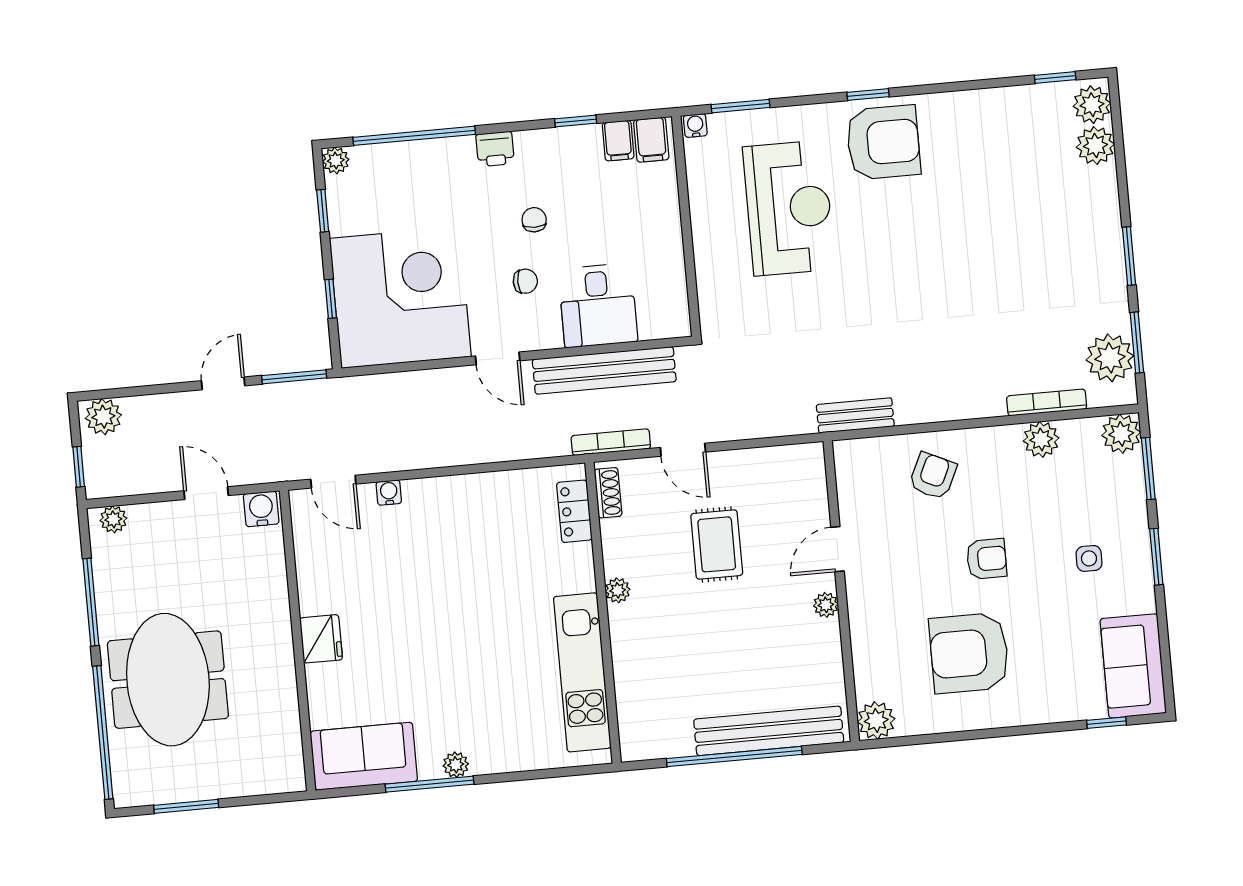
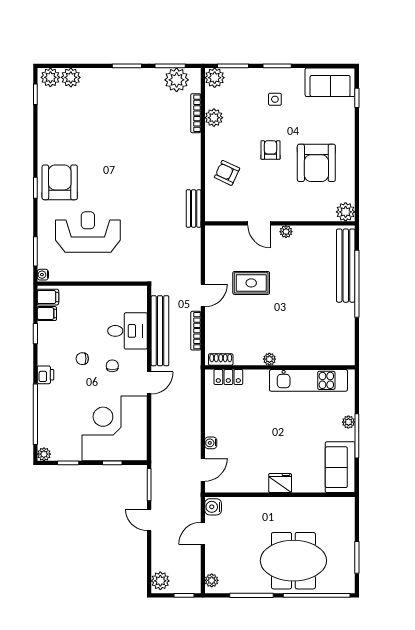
shoe rack: (608, 493) -> (221, 359), moved
locker: (574, 511) -> (228, 377), moved
plant: (618, 590) -> (269, 359), moved
wall: (603, 613) -> (280, 367), moved
kitchen unit: (582, 672) -> (308, 380), moved

